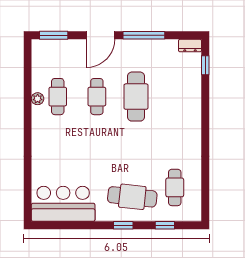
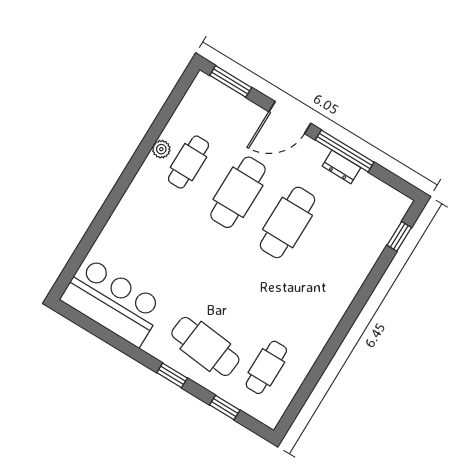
dresser: (190, 46) -> (341, 167), moved
cafe table: (97, 97) -> (238, 192), width x1.37, depth x1.35

